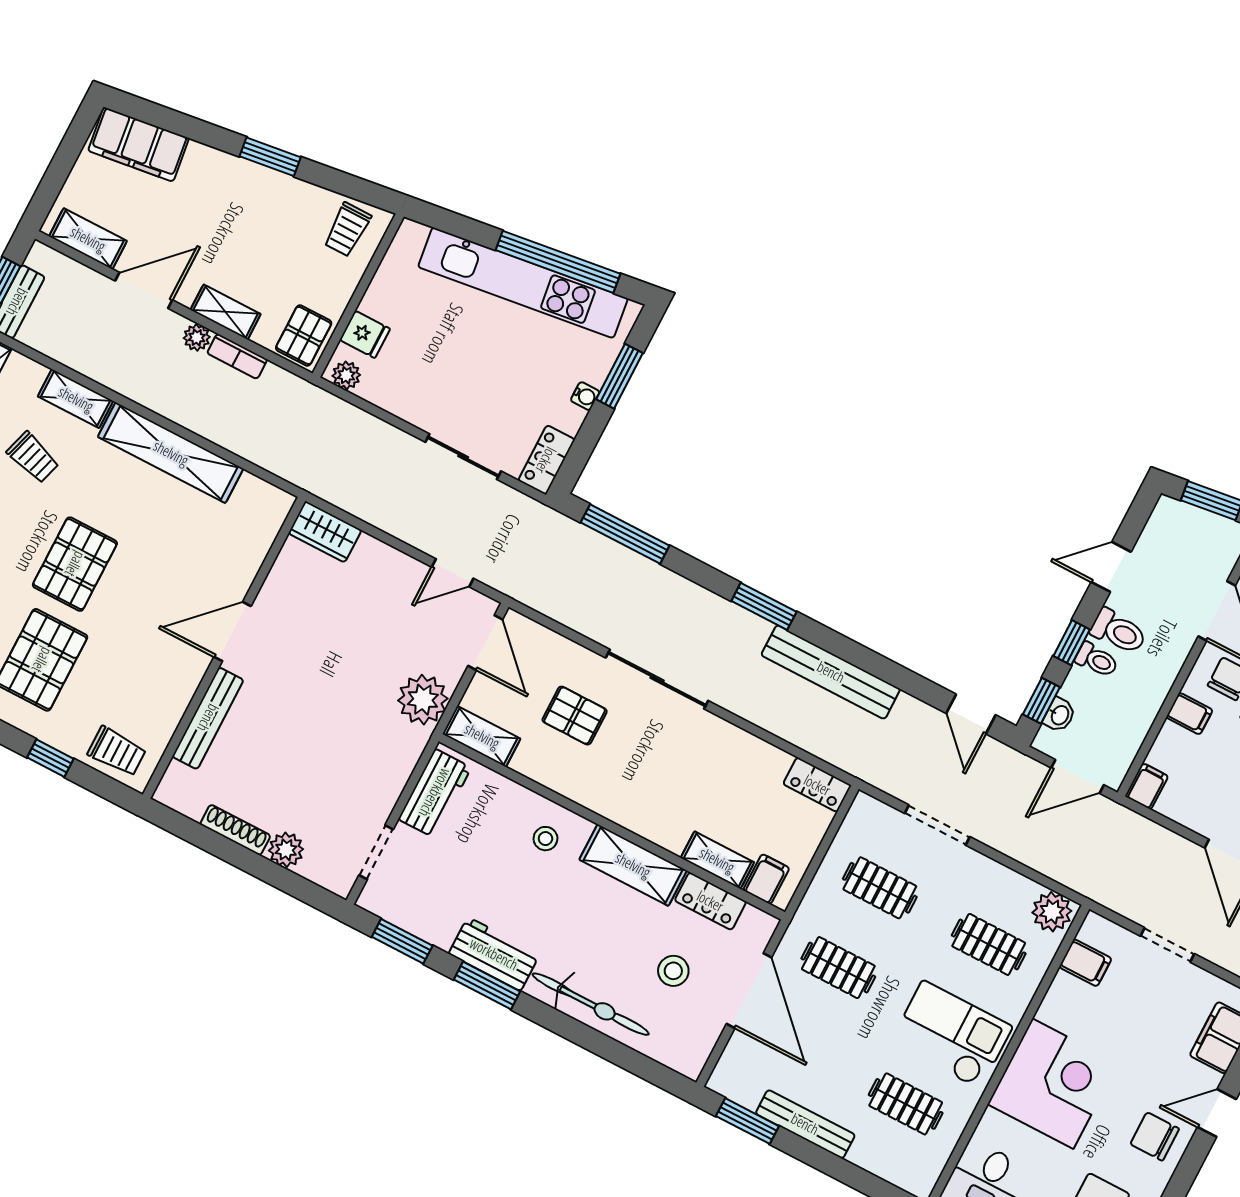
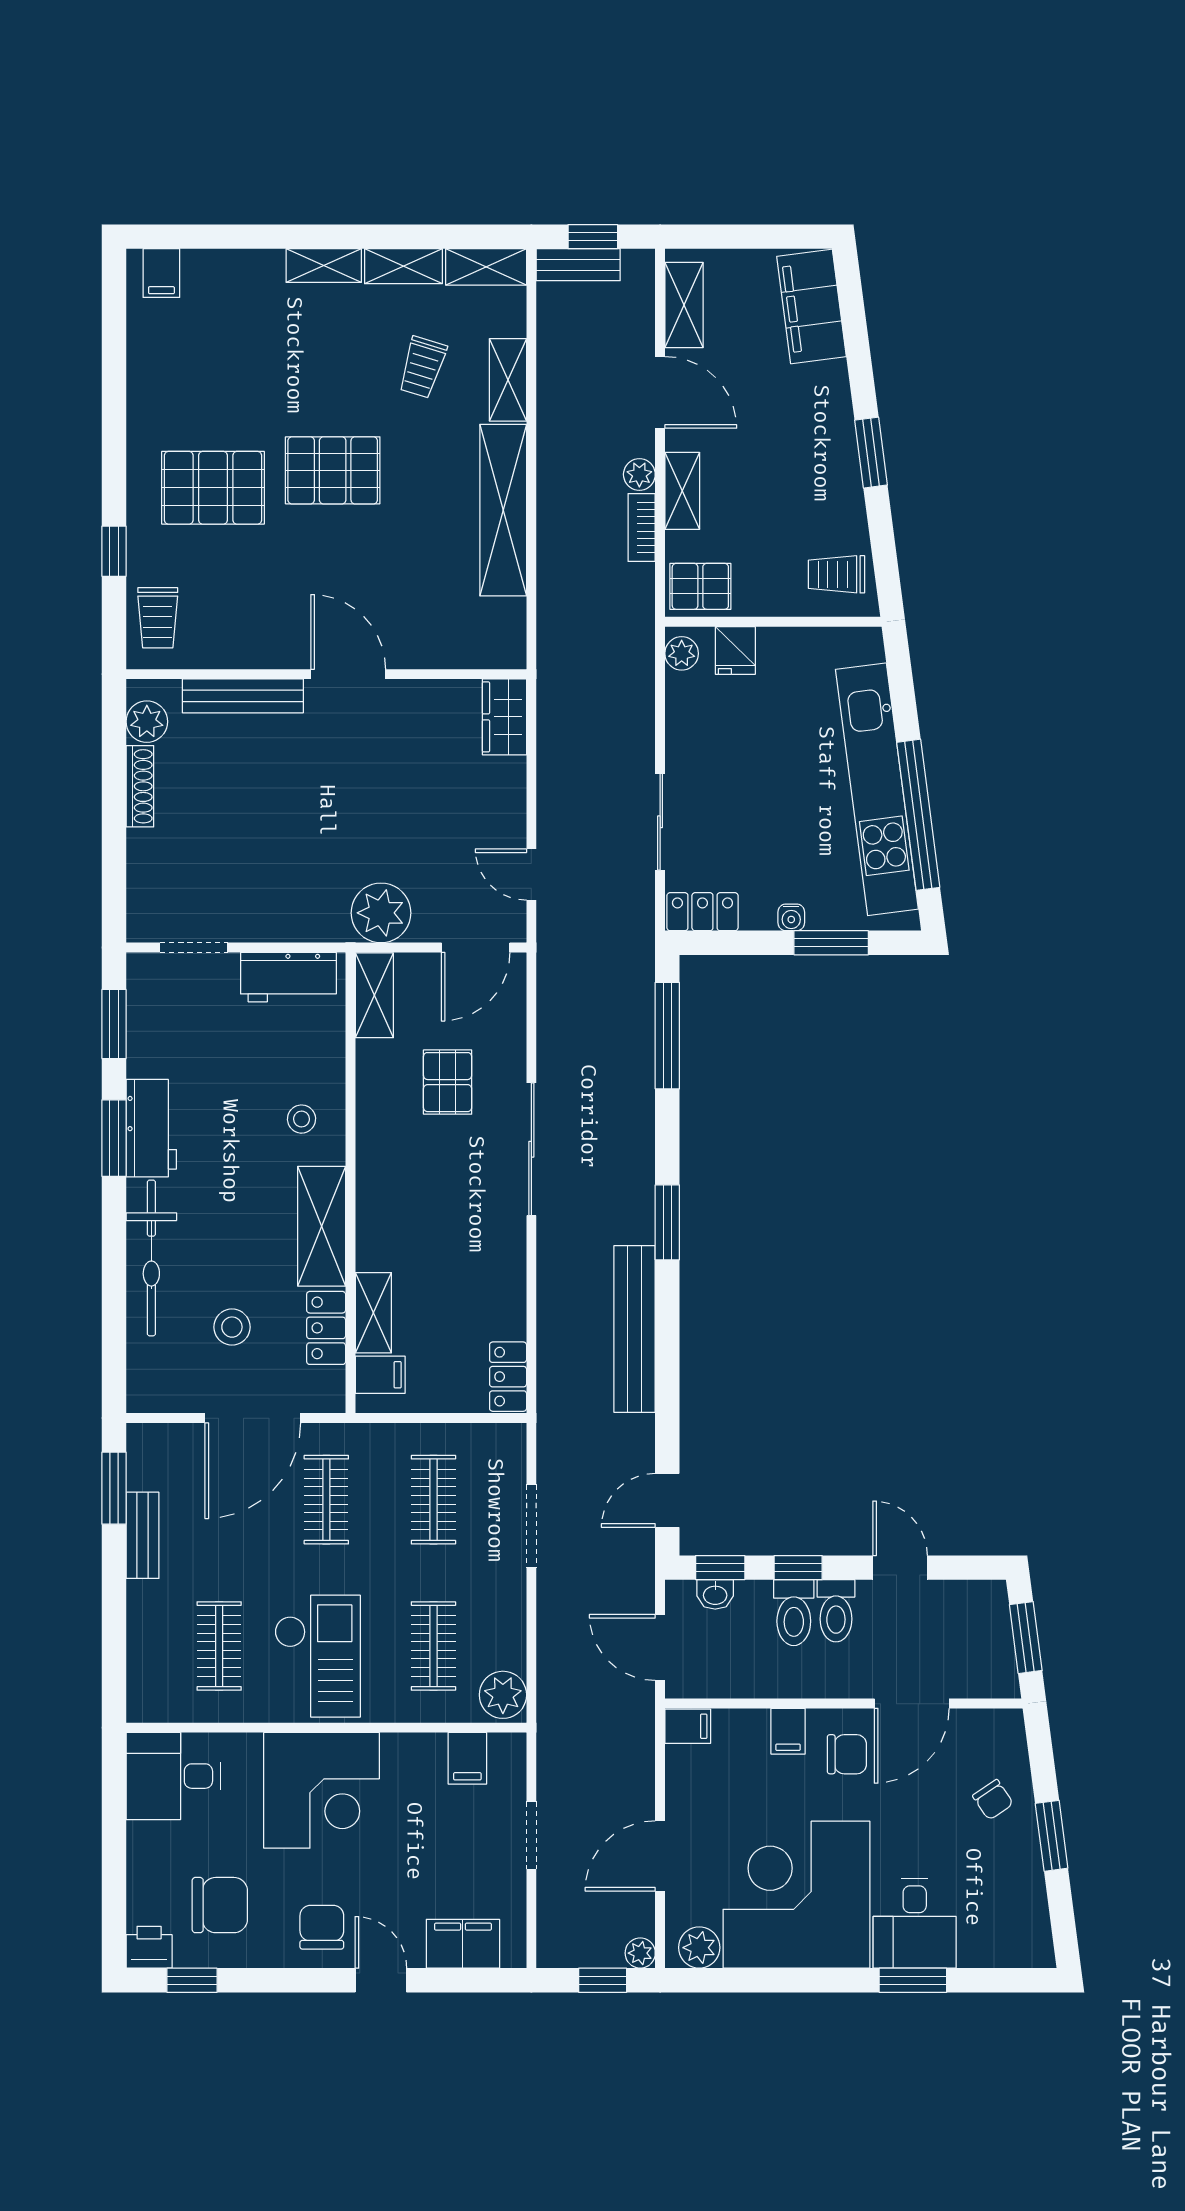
toilet: (1097, 660) -> (794, 1613), width x1.37, depth x1.39
plant: (286, 850) -> (147, 722), moved
bench: (805, 1124) -> (143, 1535), width x0.73

